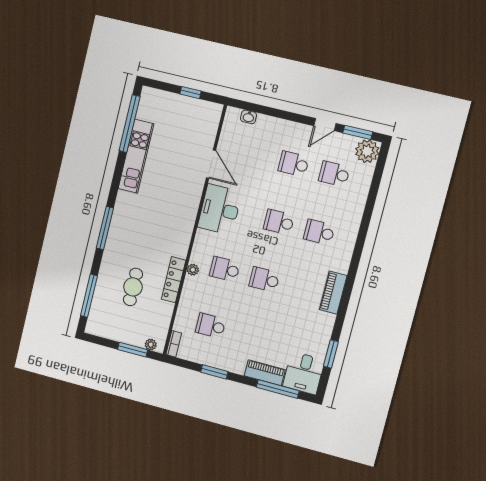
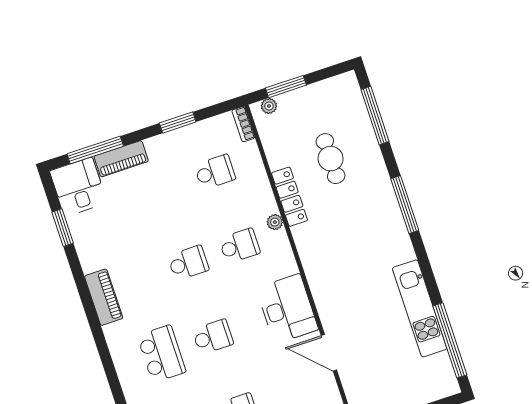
school desk: (319, 232) -> (162, 354), width x1.85

